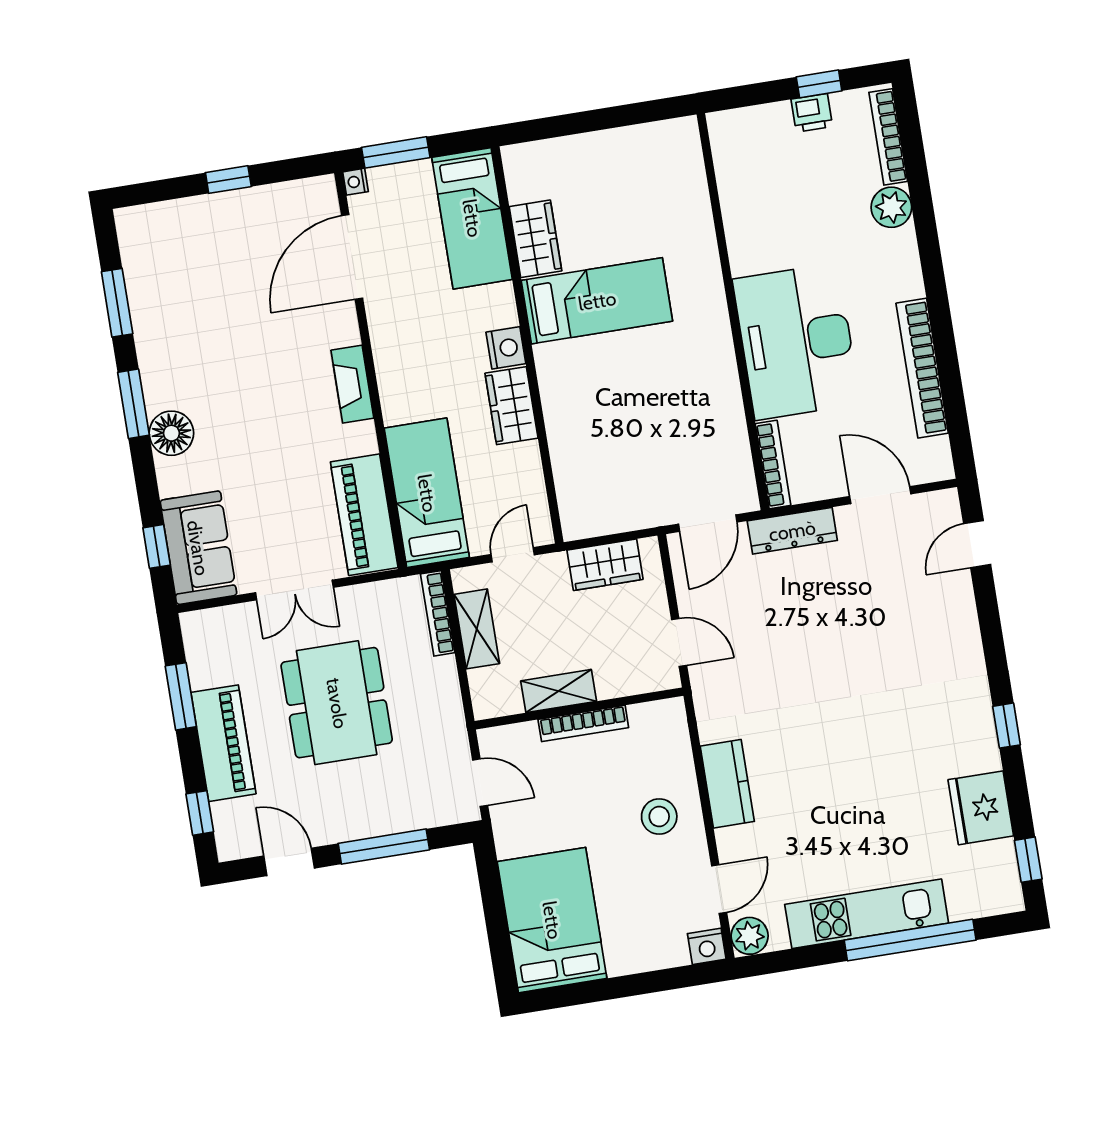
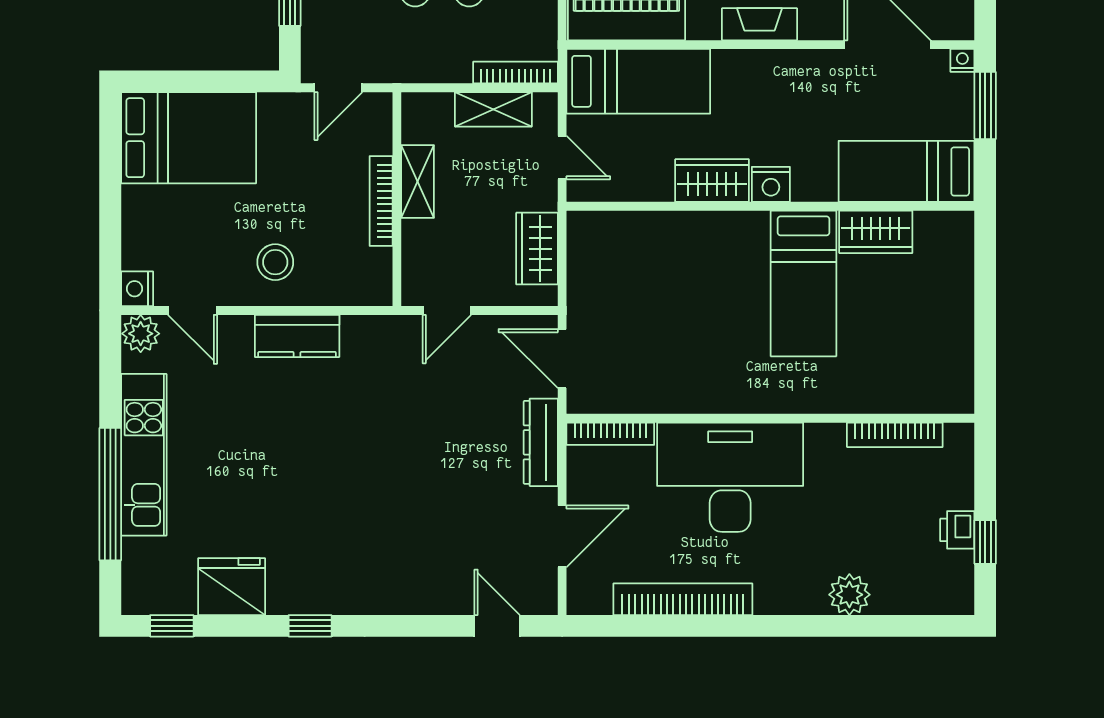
bookcase: (888, 137) -> (895, 435), moved, turned 180

